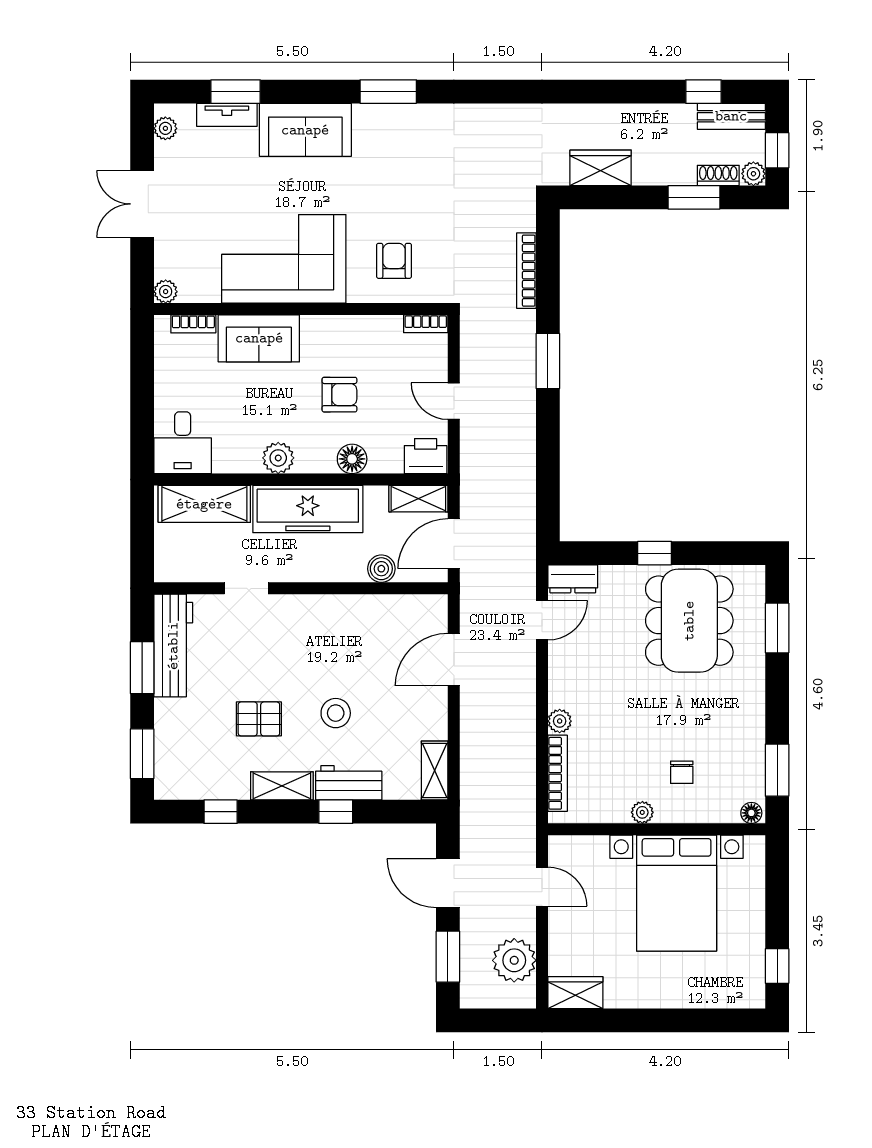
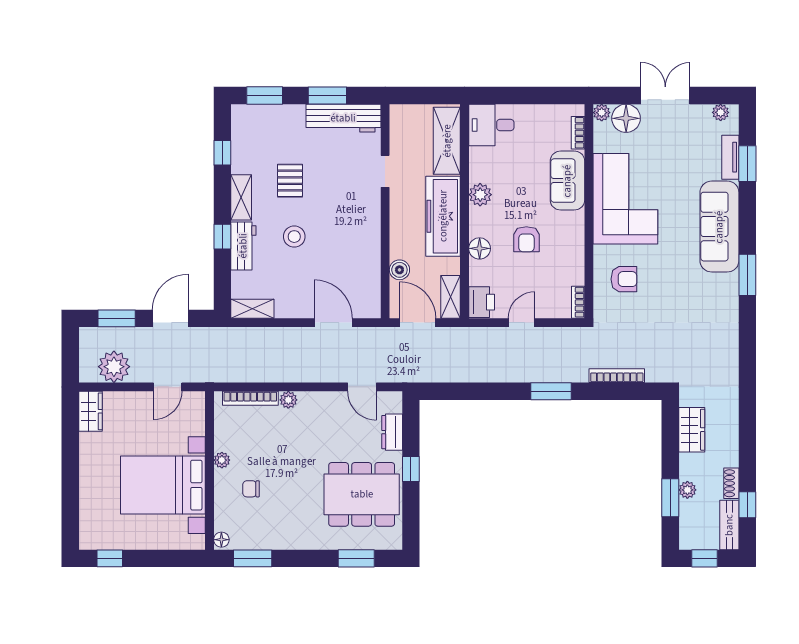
sofa: (305, 130) -> (719, 227), width x1.36
plant: (753, 174) -> (687, 490), moved
shoe rack: (718, 175) -> (731, 483), moved, turned 180
floor lamp: (173, 258) -> (626, 118), added
dresser: (573, 579) -> (392, 432), moved

